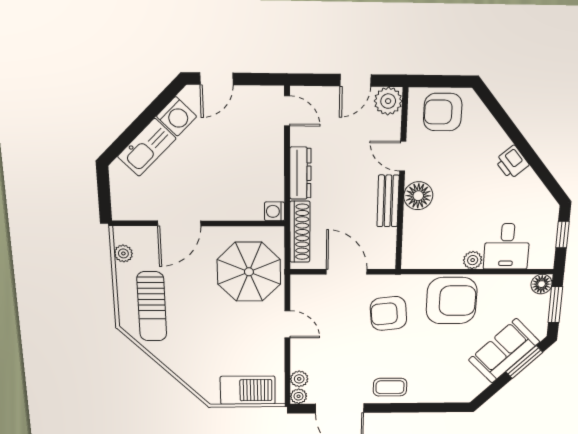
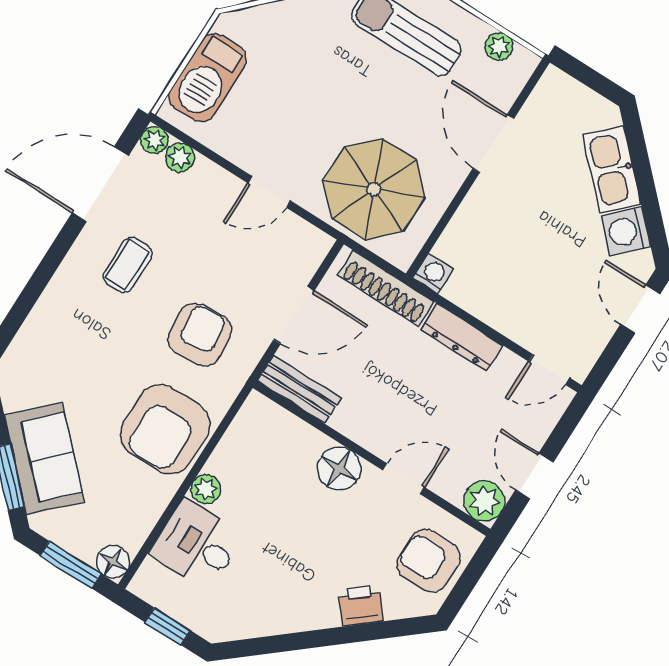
armchair: (443, 112) -> (429, 561), turned -90
printer: (512, 162) -> (361, 606), moved
bench: (388, 201) -> (299, 389), moved
coffee table: (390, 387) -> (128, 265), moved

